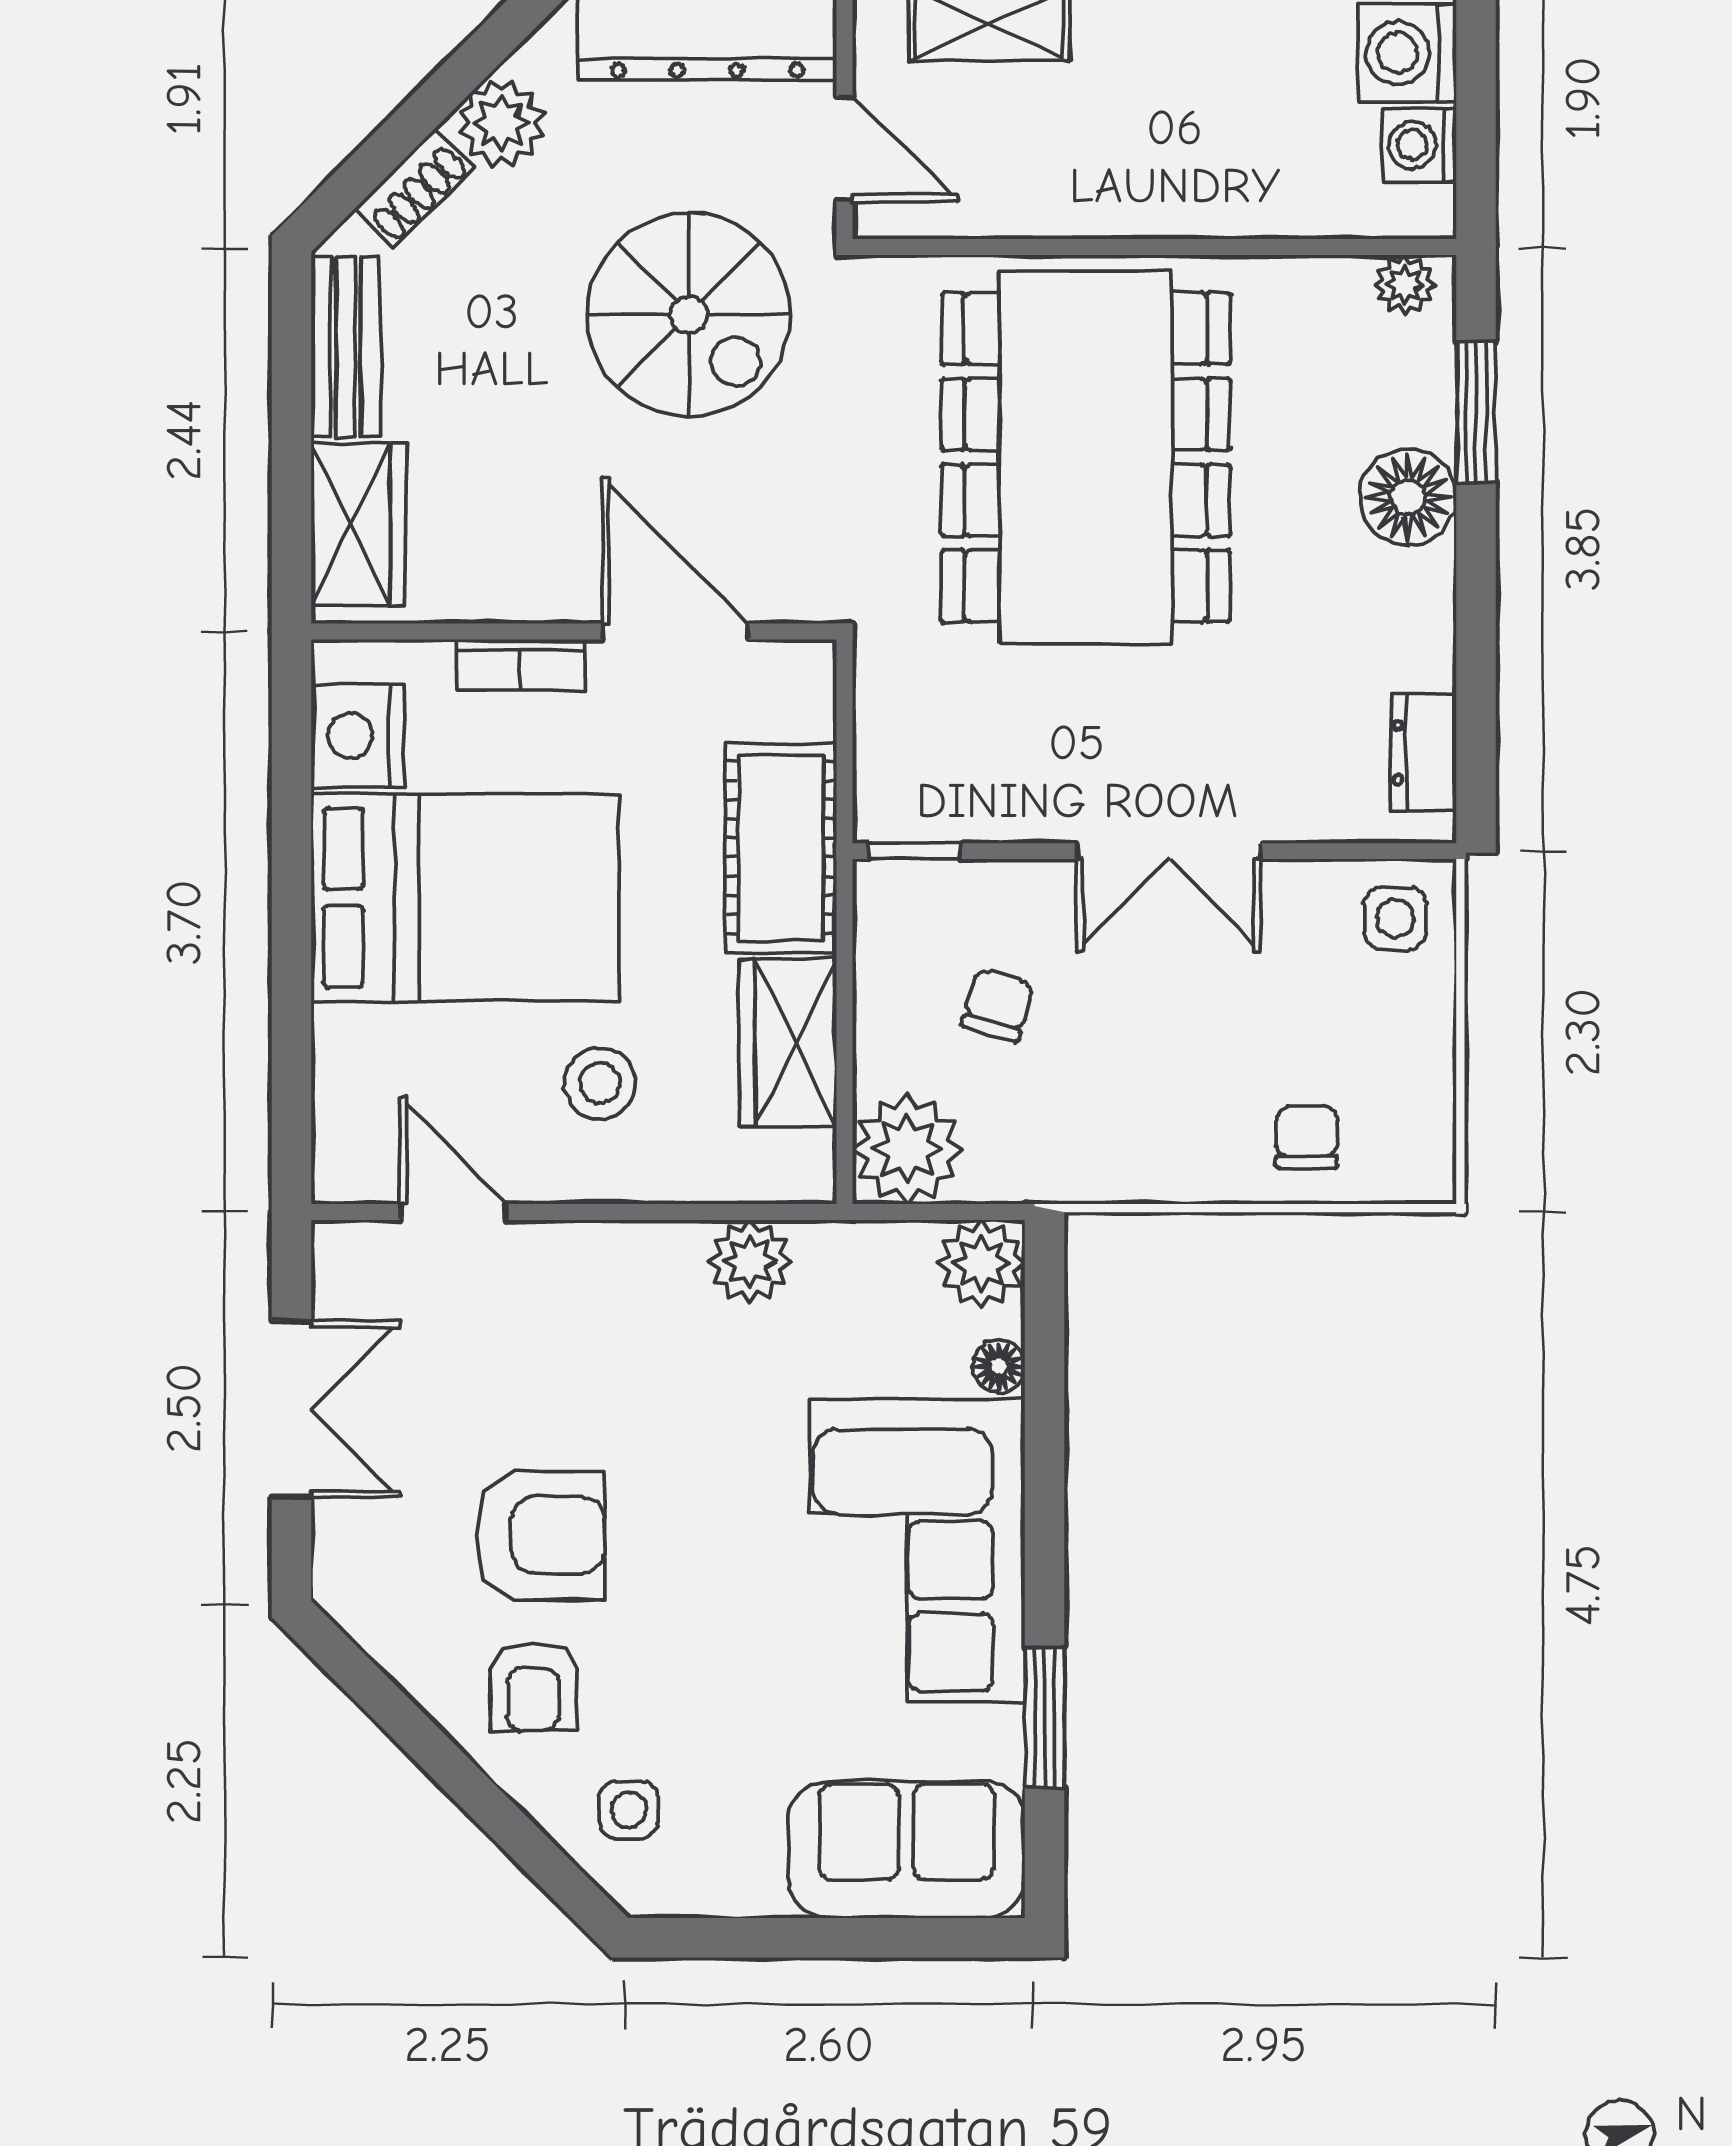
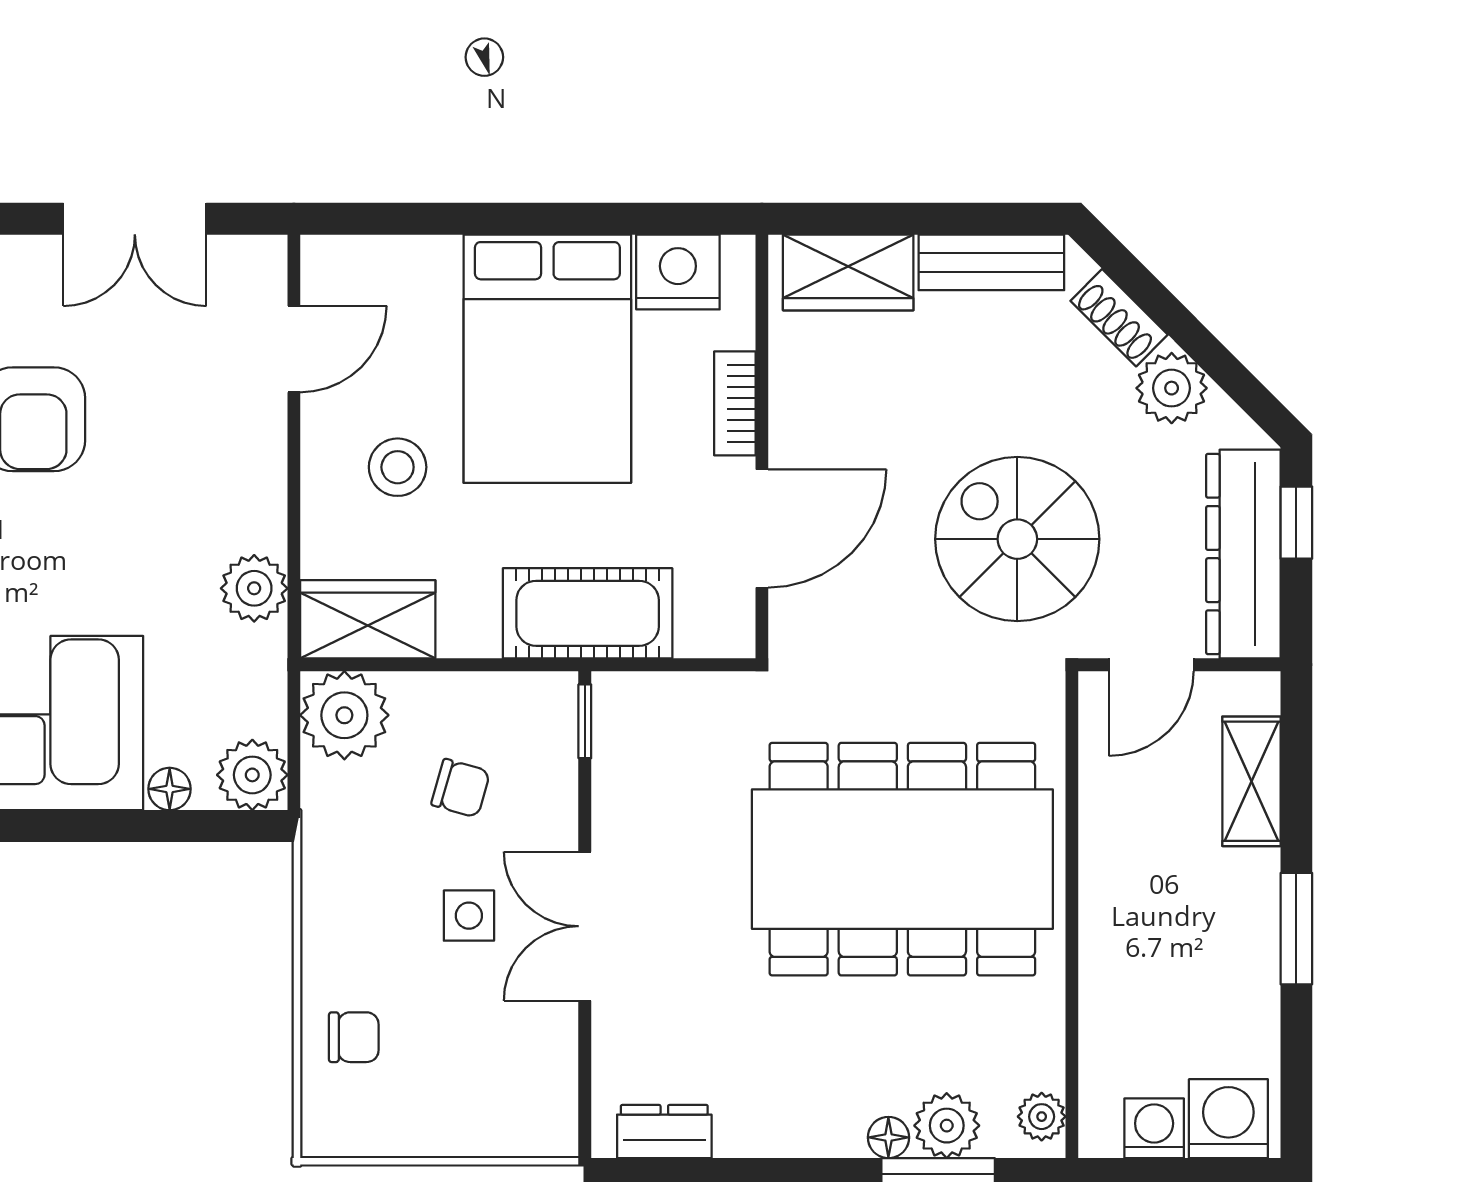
spiral stairs: (689, 315) -> (1017, 539), turned 90
plant: (1416, 402) -> (947, 1126), added
floor lamp: (1408, 497) -> (888, 1137), width x0.53, depth x0.53
side table: (1395, 918) -> (469, 916), moved
wardrobe: (788, 1043) -> (368, 619), moved

